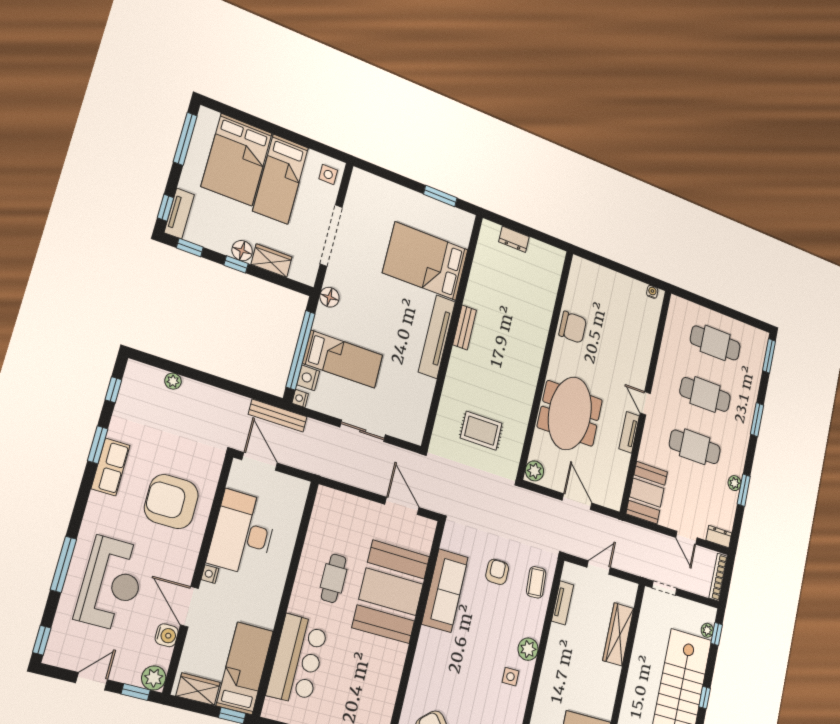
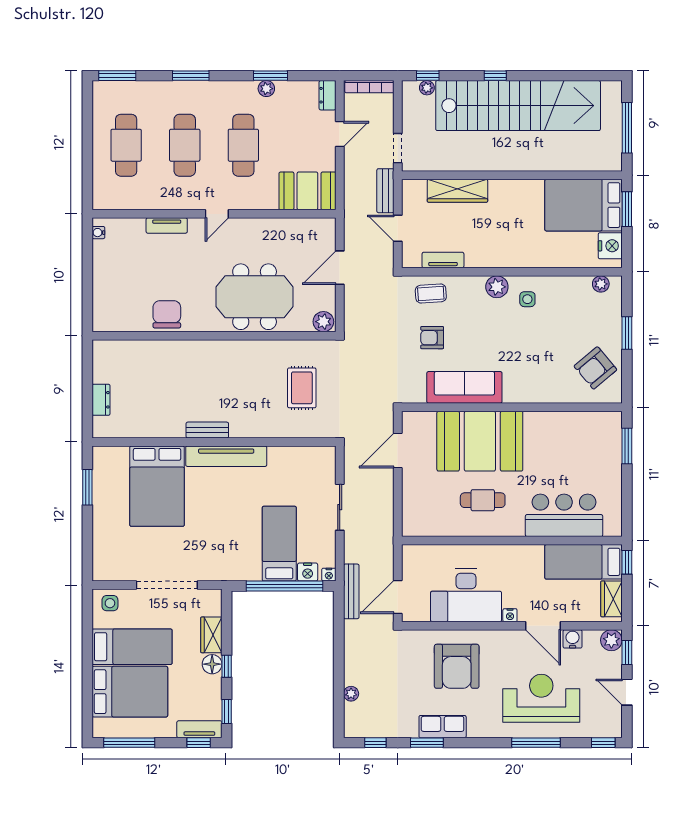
floor lamp: (329, 297) -> (226, 572), removed
tv unit: (629, 432) -> (167, 226), moved
bench: (632, 566) -> (385, 191), added
door: (189, 607) -> (543, 626), hinge flipped

